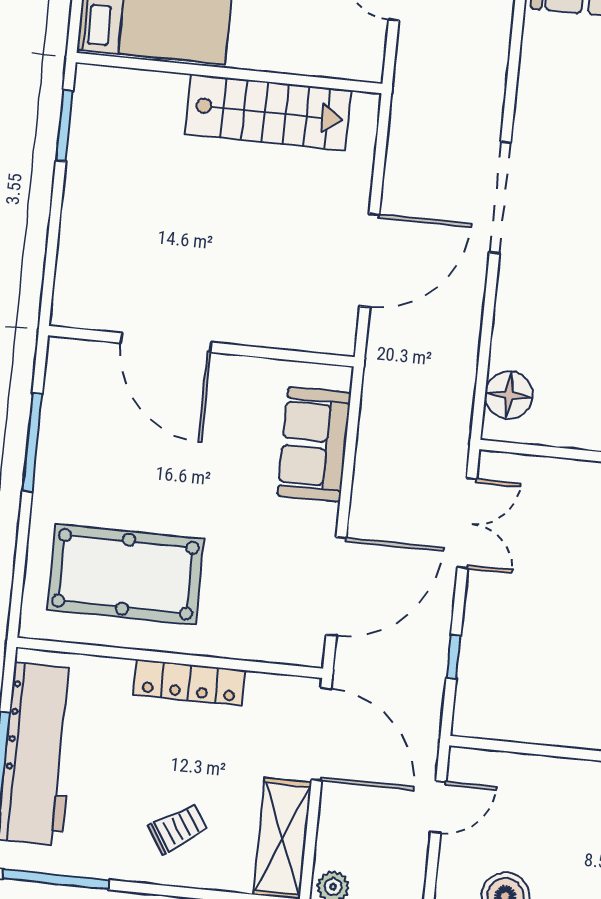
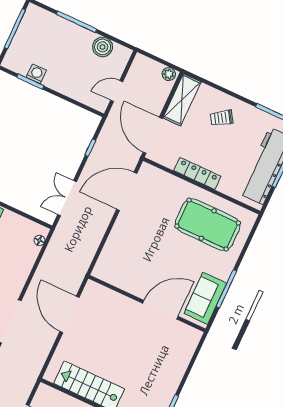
door: (369, 260) -> (70, 314), hinge flipped
door: (166, 343) -> (160, 310), hinge flipped
floor lamp: (509, 395) -> (39, 240), width x0.53, depth x0.53
sofa: (314, 444) -> (205, 298), moved, turned 180

